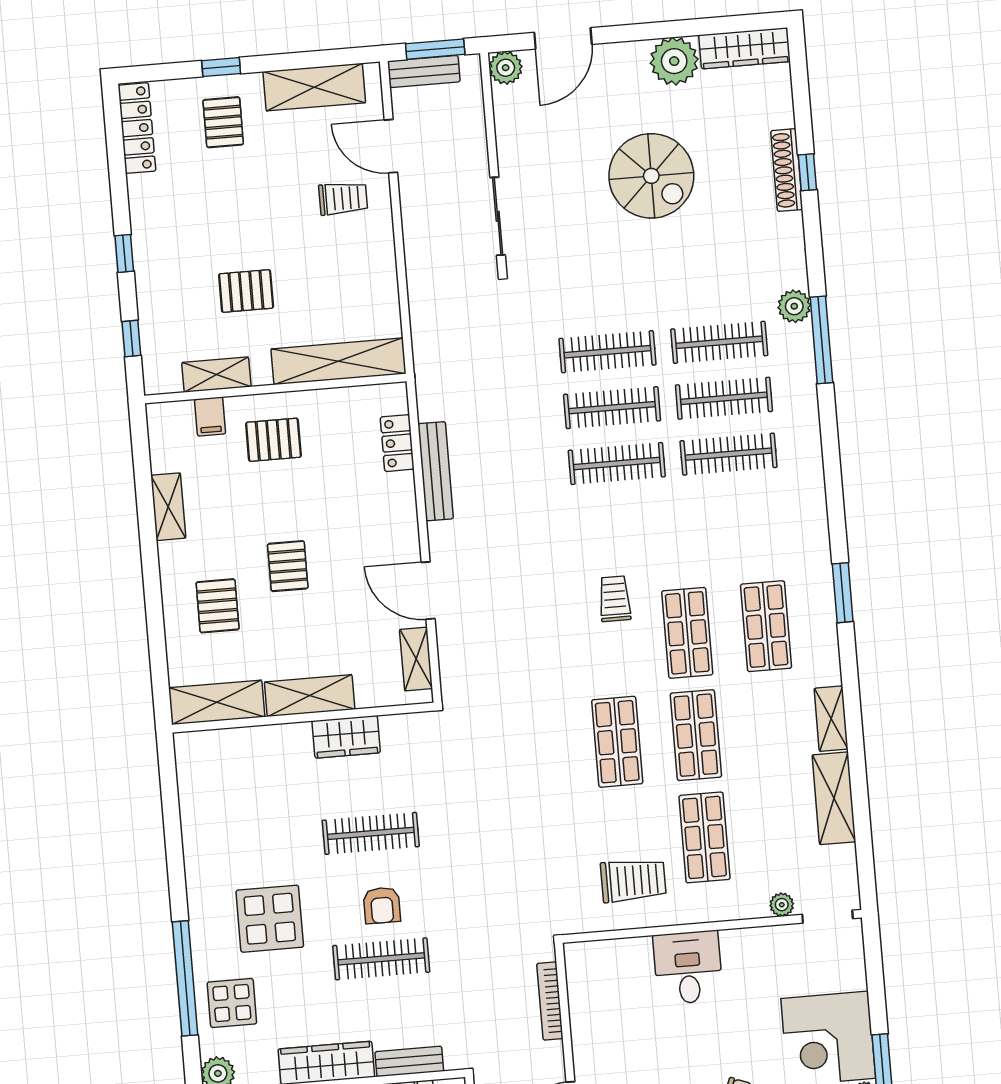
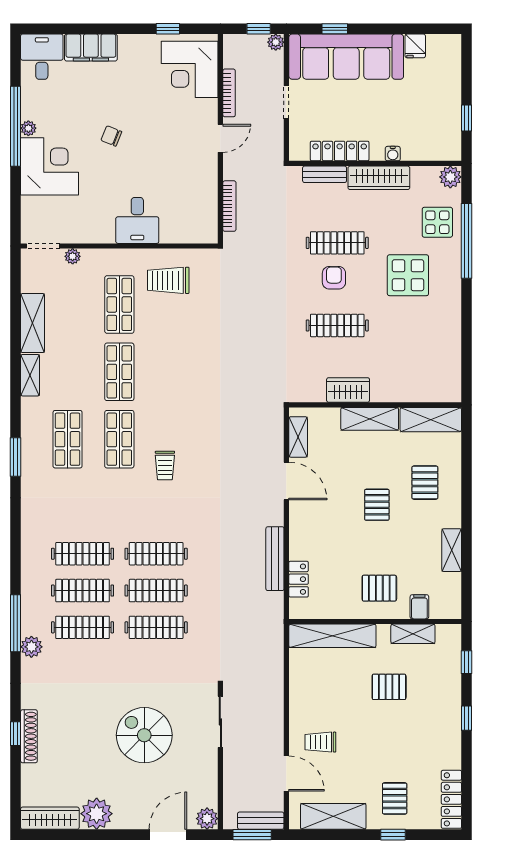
spiral stairs: (651, 176) -> (144, 735), moved
shop shelf: (617, 742) -> (171, 372), removed

